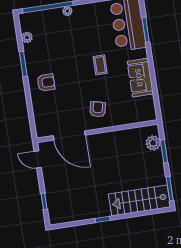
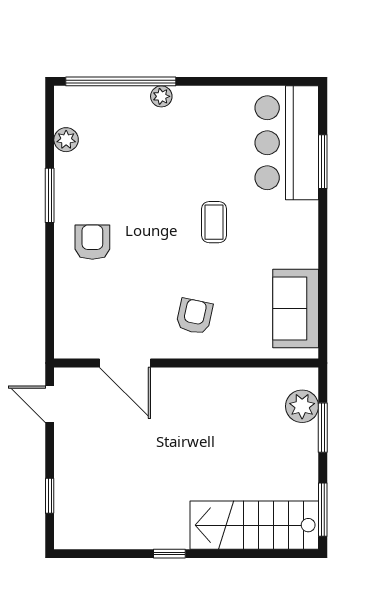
sofa: (140, 78) -> (296, 308), moved
armchair: (46, 82) -> (92, 242), turned -90
door: (69, 135) -> (125, 363), width x0.73

